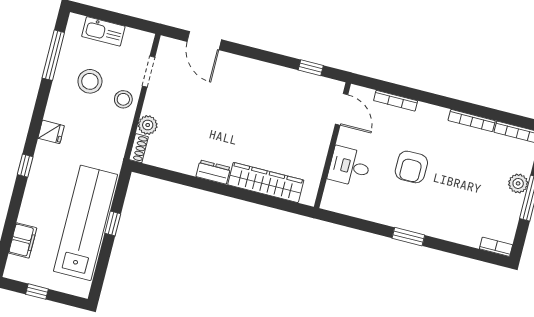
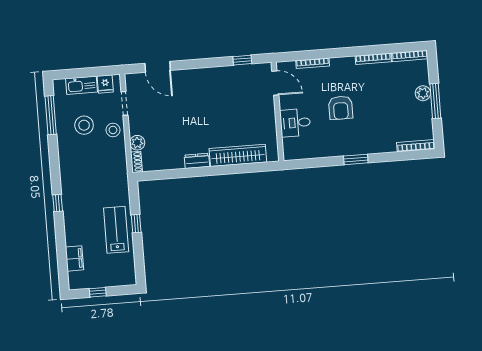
fridge: (51, 132) -> (105, 84), moved, turned 90
lab bench: (86, 223) -> (116, 230), width x0.54, depth x0.72
bookcase: (496, 247) -> (416, 146), width x1.56

